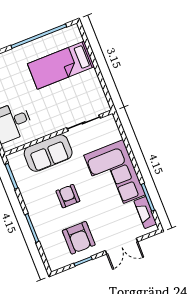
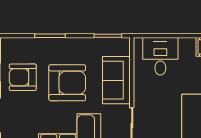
armchair: (68, 196) -> (67, 83), width x1.88, depth x1.88

